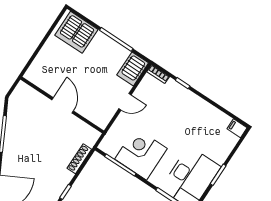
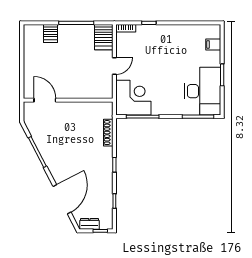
server rack: (76, 32) -> (51, 33), width x0.46, depth x0.70
door: (63, 105) -> (45, 100), moved
filing cabinet: (237, 128) -> (213, 44), moved
corner desk: (141, 154) -> (133, 98), moved, turned 90

